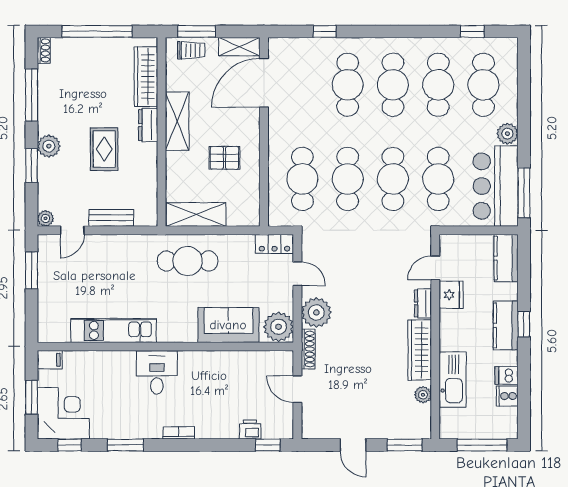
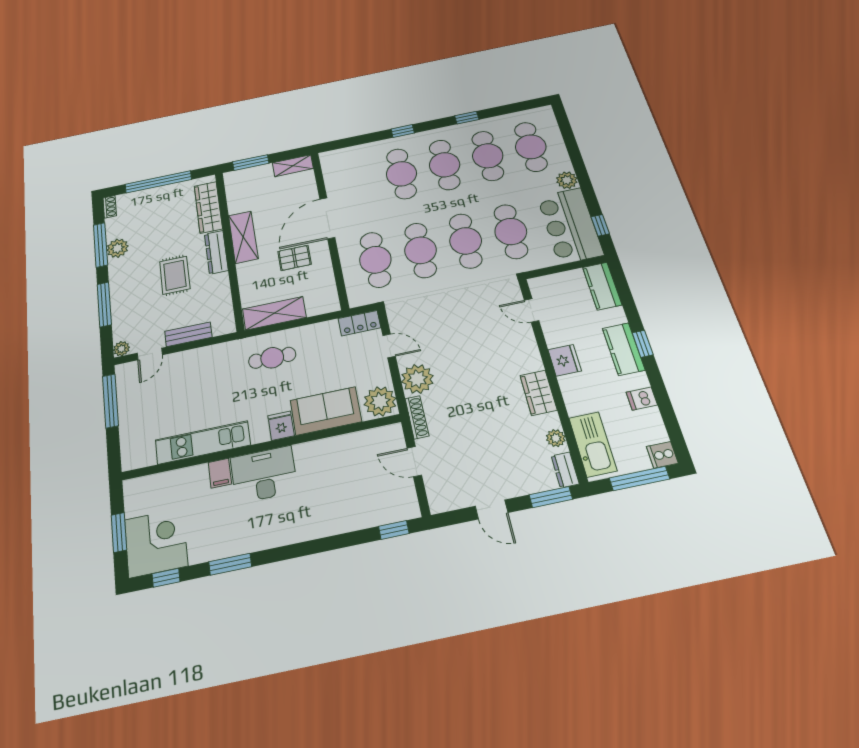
window: (325, 31) -> (403, 131), moved
window: (472, 31) -> (467, 118), moved
trolley: (191, 50) -> (248, 178), removed
door: (264, 83) -> (327, 218), moved
dresser: (148, 125) -> (216, 252), width x1.44
plant: (49, 146) -> (118, 248), moved
window: (32, 166) -> (104, 304), width x1.44
window: (524, 193) -> (600, 225), width x0.46
cafe table: (188, 261) -> (272, 358), width x0.73, depth x0.74
door: (435, 268) -> (532, 310), hinge flipped
window: (32, 270) -> (110, 401), width x1.44
fridge: (451, 295) -> (565, 360), moved
dresser: (423, 303) -> (565, 470), moved
fridge: (186, 330) -> (281, 426), added
wardrobe: (420, 350) -> (538, 393), width x0.67
filing cabinet: (50, 360) -> (220, 473), moved, turned 90
desk: (157, 372) -> (264, 474), width x1.37
kitchen sink: (453, 379) -> (593, 444), moved
cooker: (507, 396) -> (662, 455), moved
printer: (250, 429) -> (370, 517), removed
bookcase: (179, 433) -> (290, 537), removed

